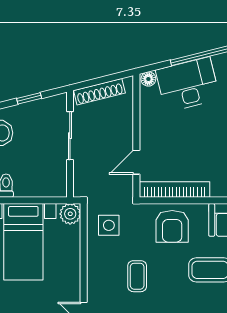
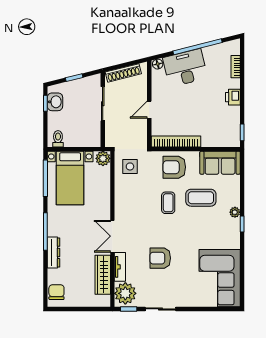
door: (136, 162) -> (149, 110), moved
armchair: (172, 226) -> (174, 167), turned 90
coffee table: (137, 276) -> (168, 203), moved

